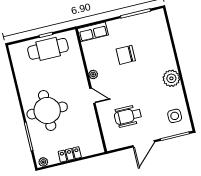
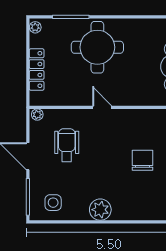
plant: (93, 74) -> (37, 115), moved
door: (92, 96) -> (102, 107), swing flipped
locker: (70, 154) -> (37, 69), width x1.53

